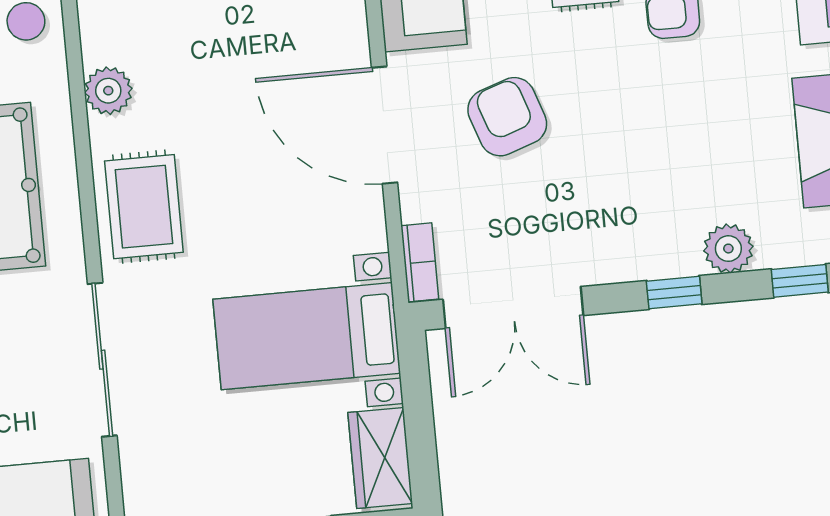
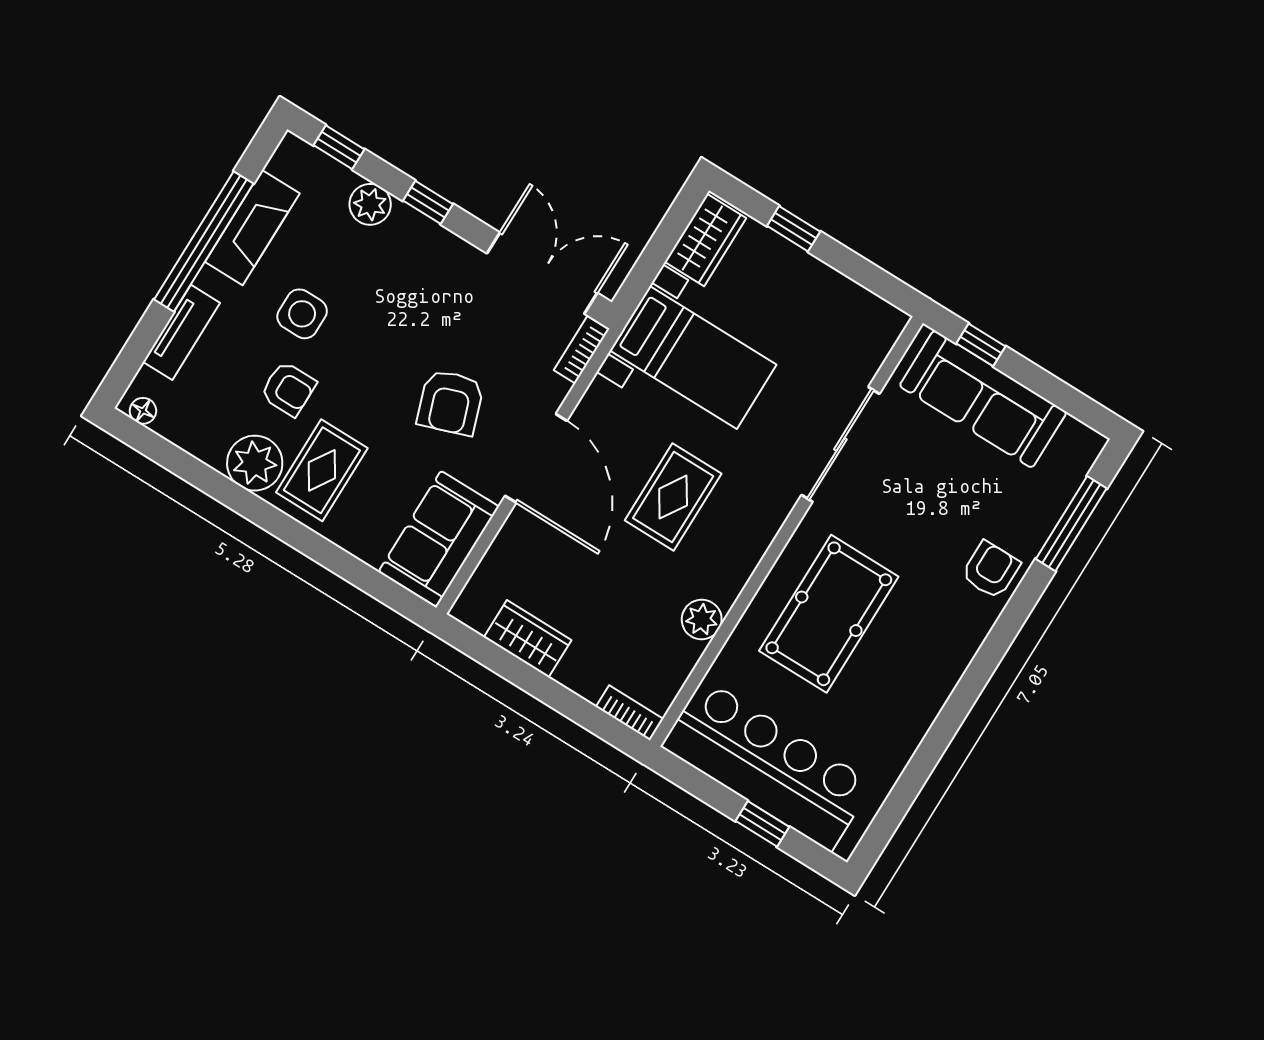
side table: (714, 94) -> (302, 314), added
rug: (144, 207) -> (673, 497), moved

